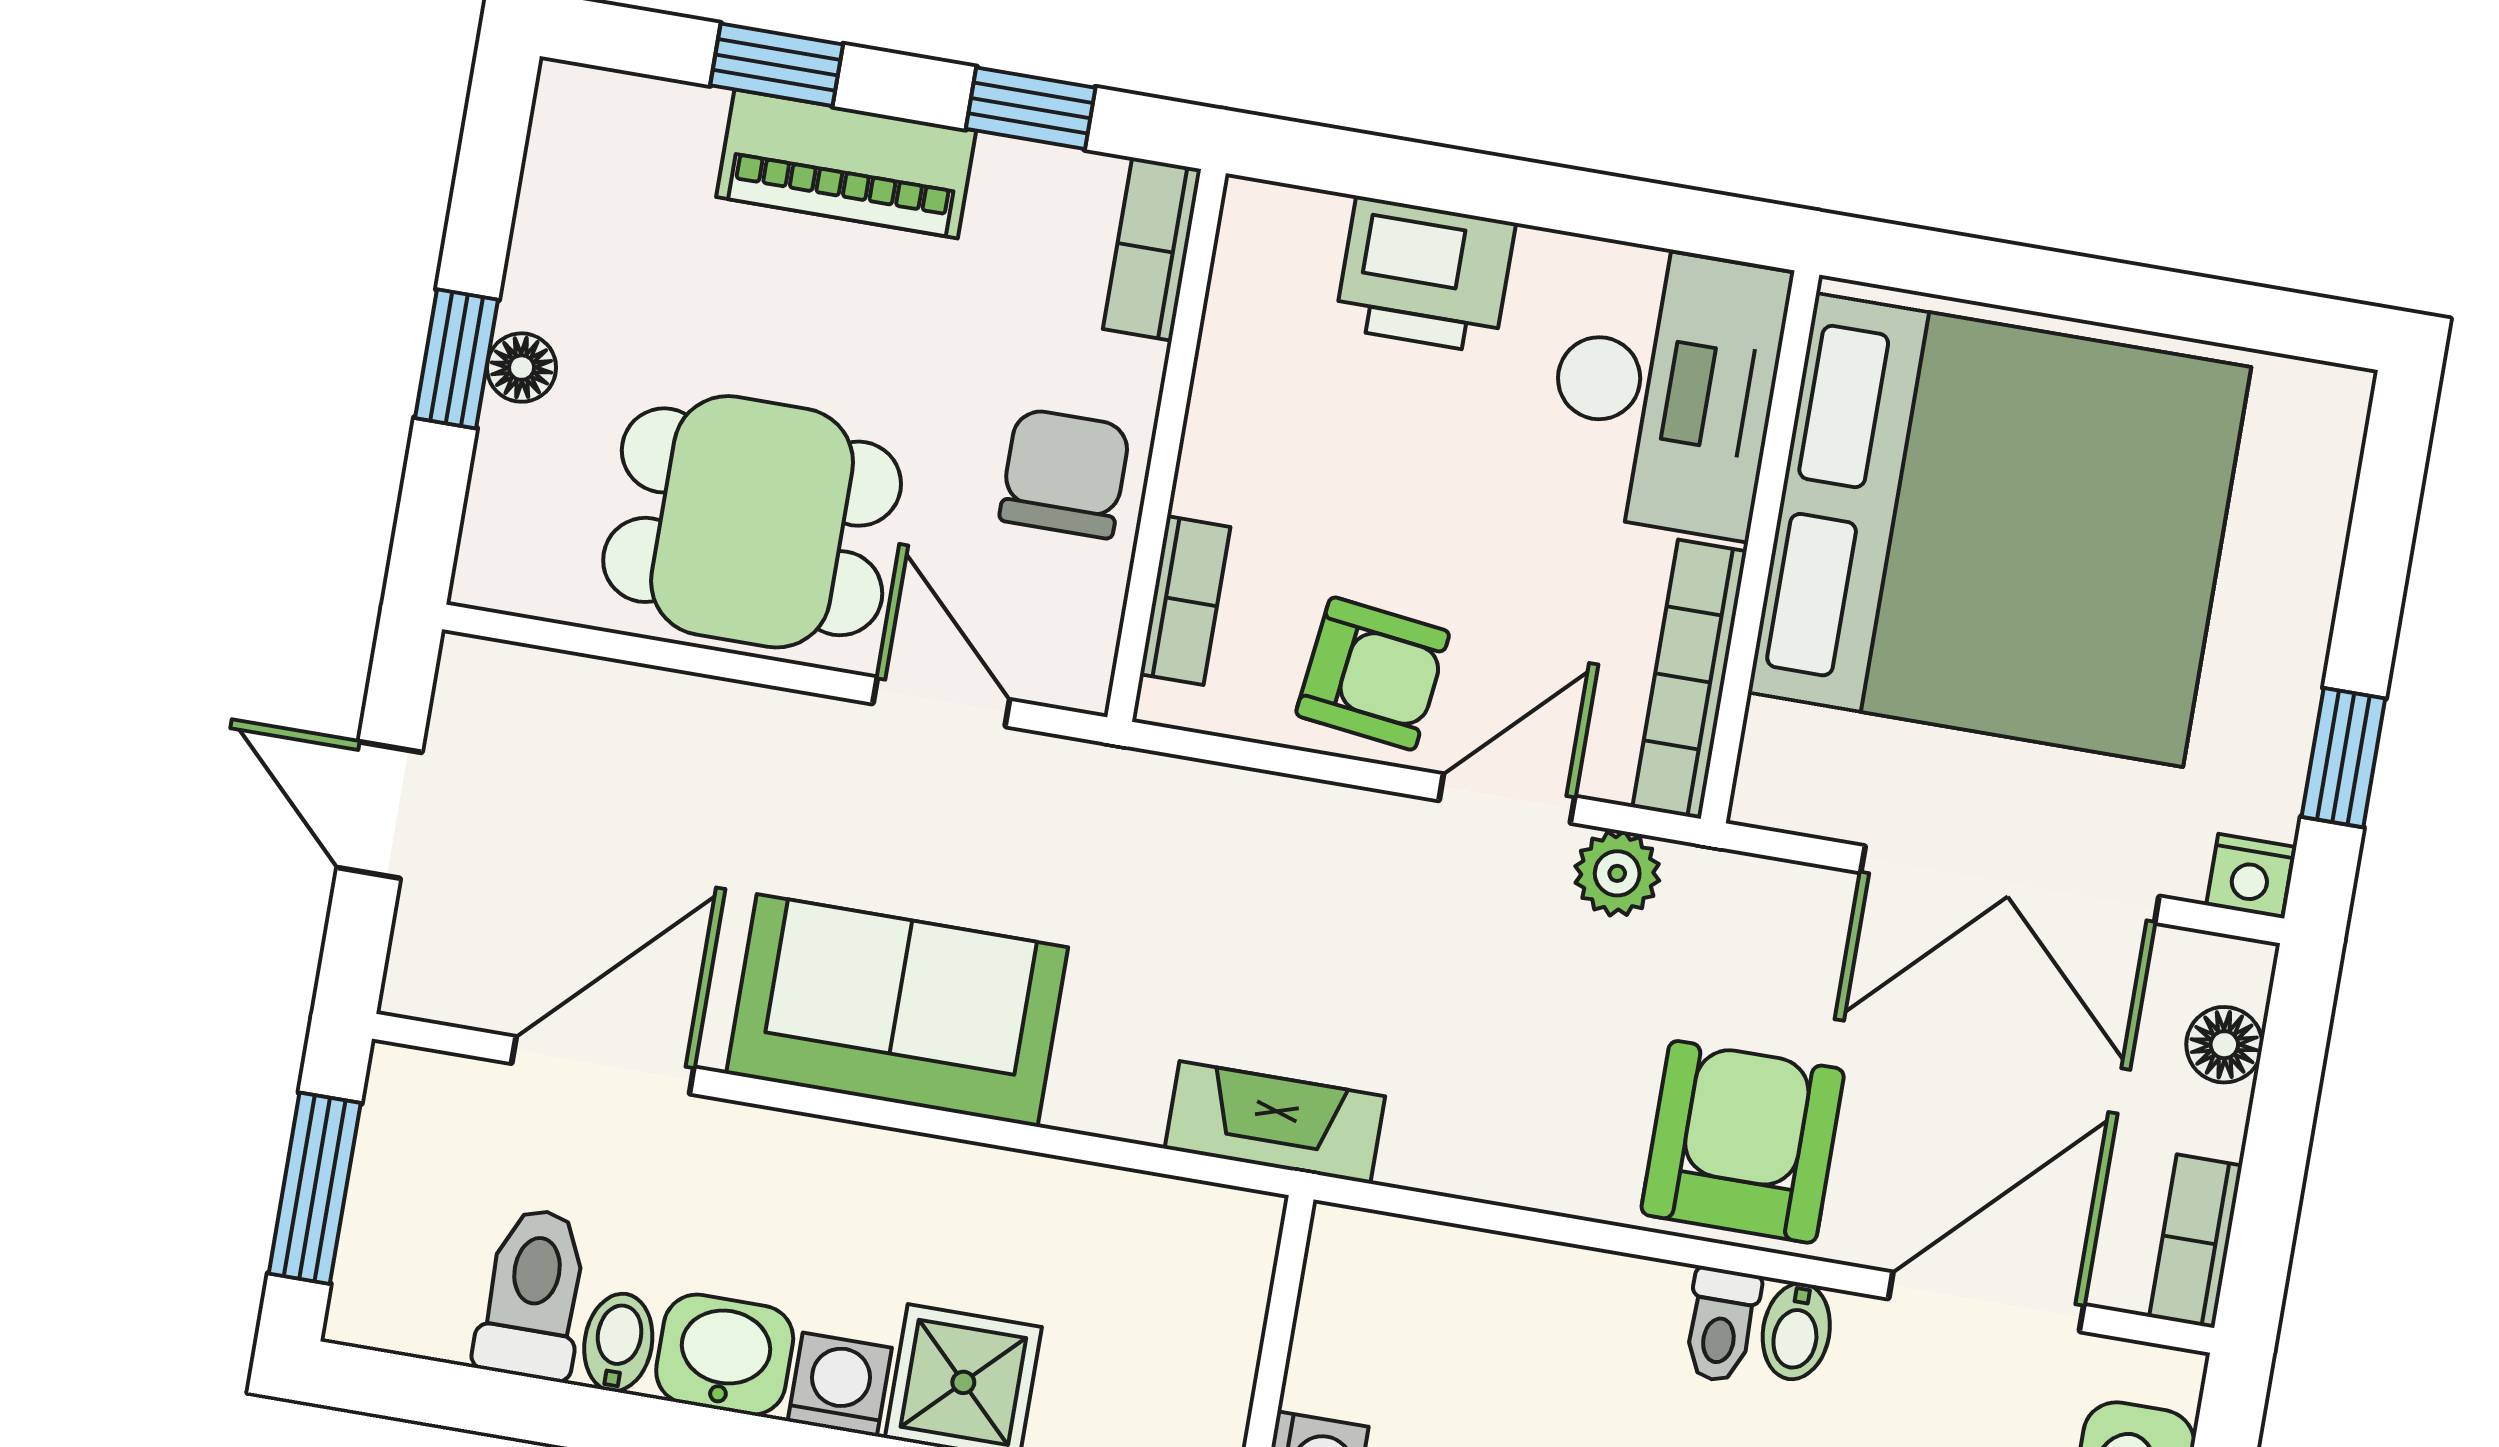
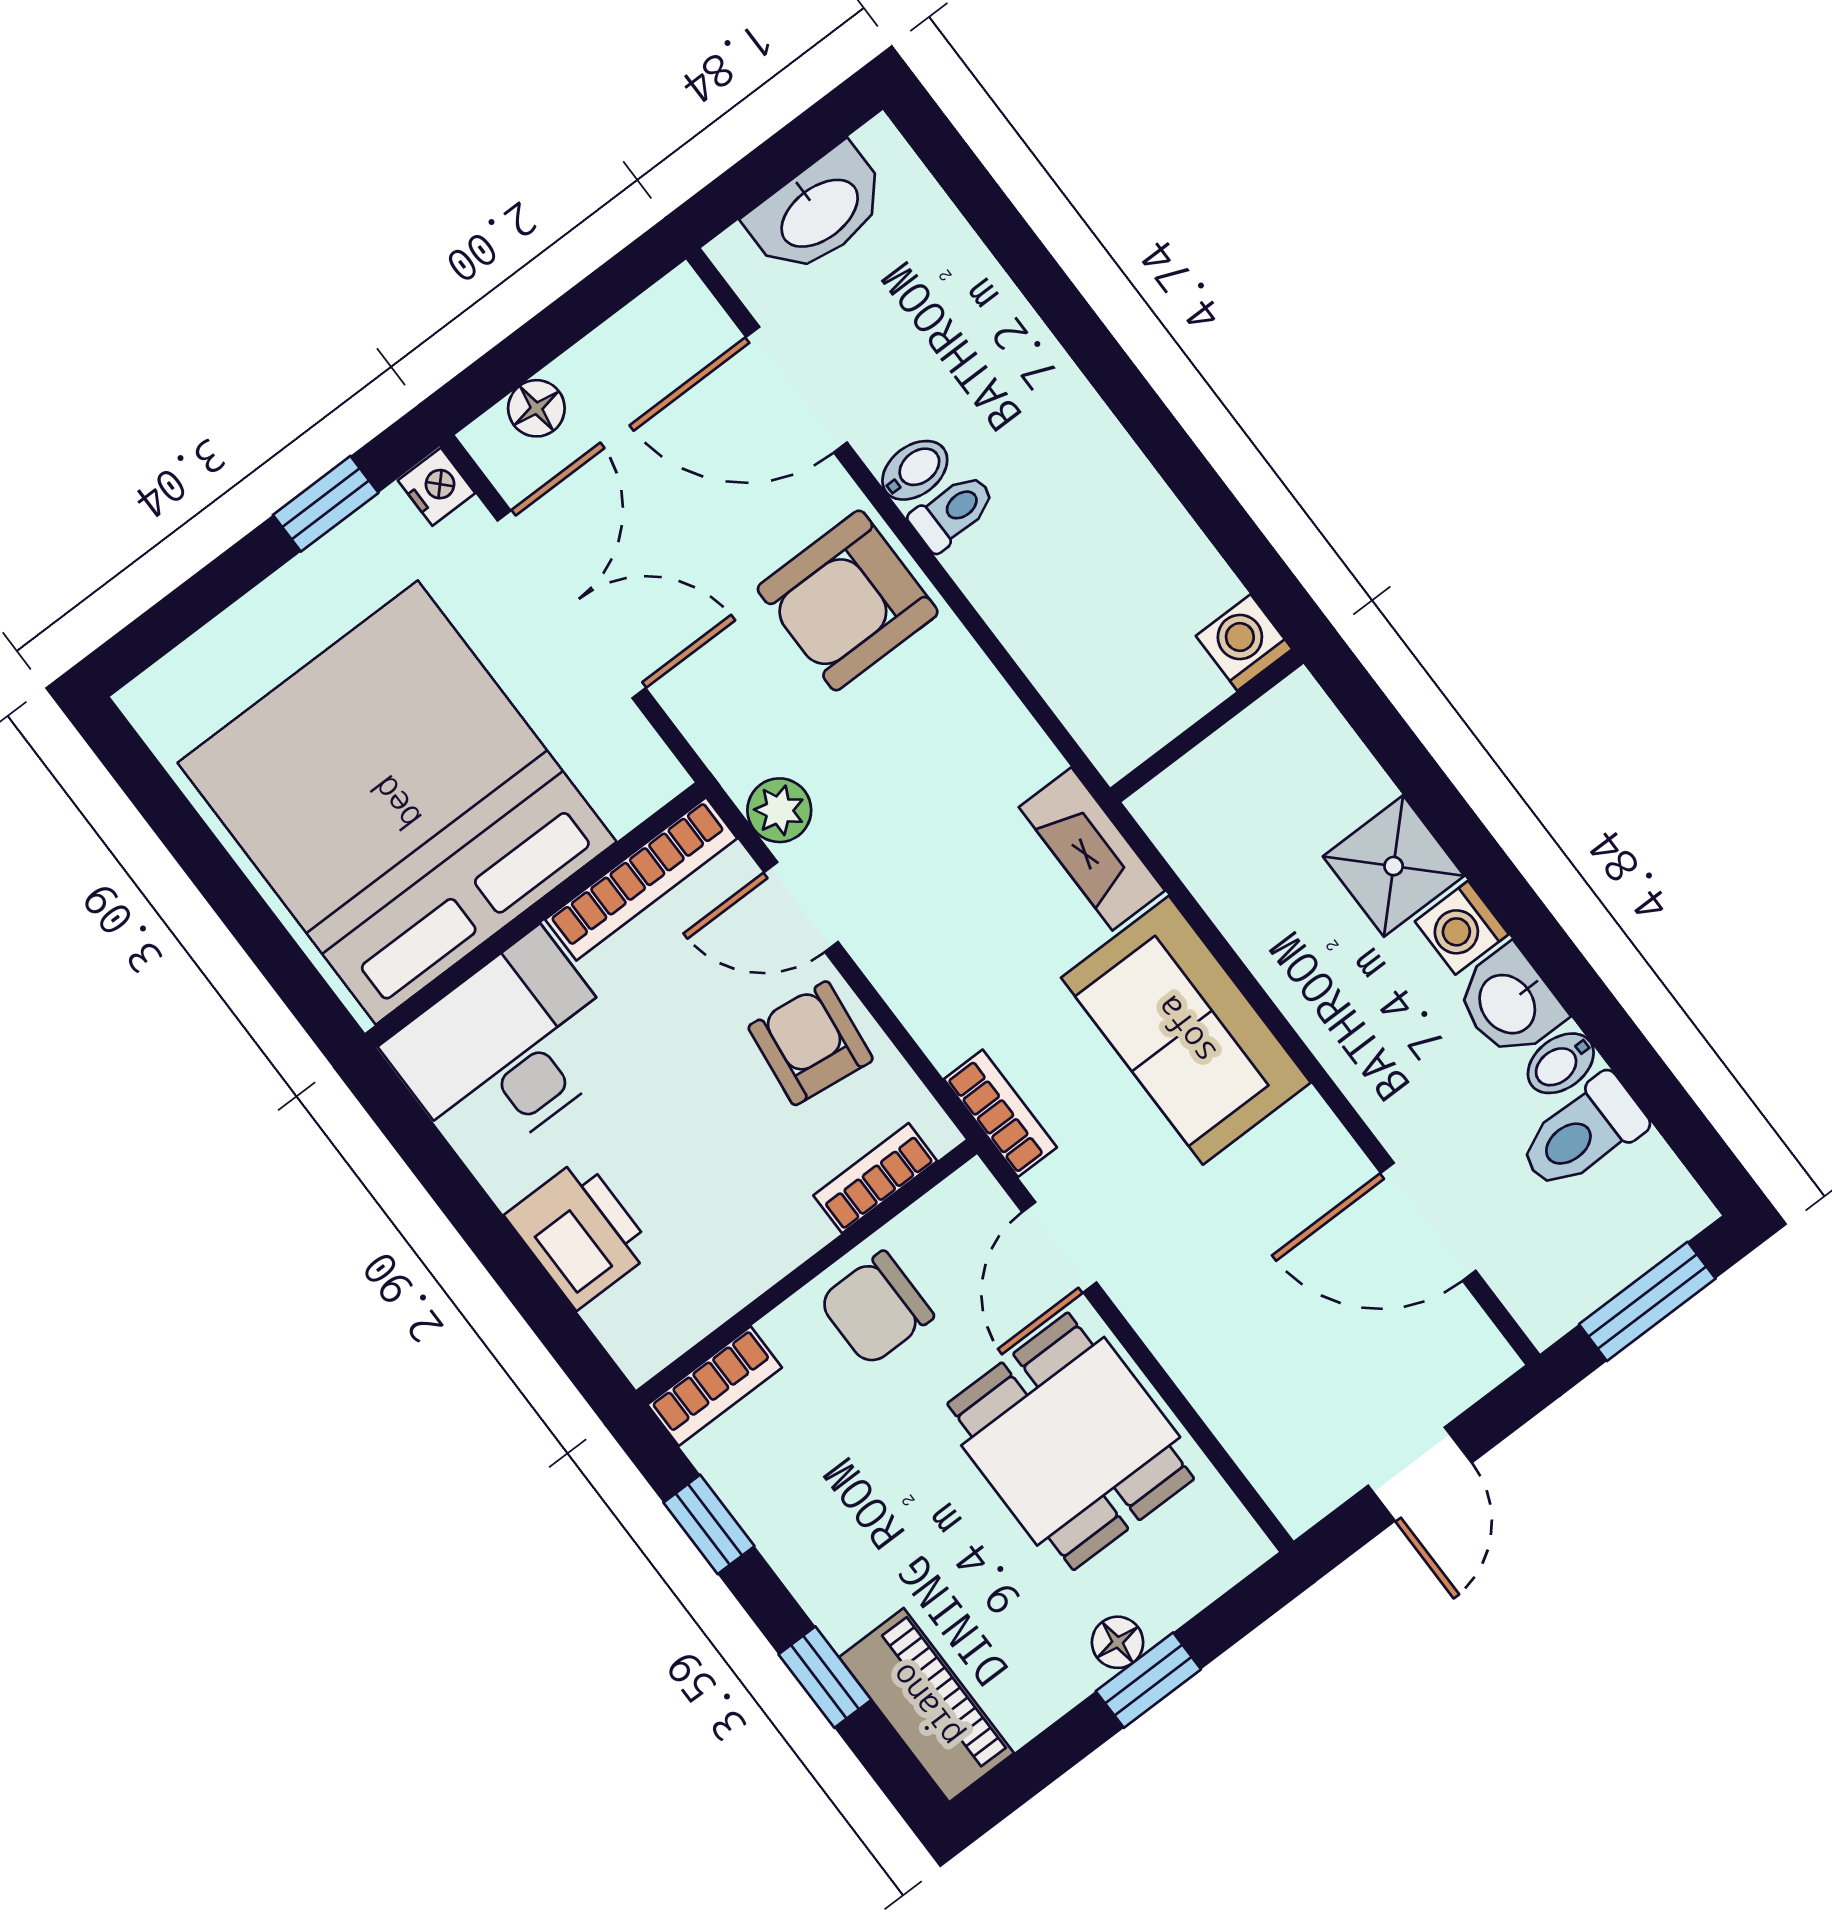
piano: (846, 164) -> (926, 1705), moved
sofa: (897, 1010) -> (1186, 1030), moved
bookcase: (2196, 1241) -> (1000, 1113), moved, turned -90

